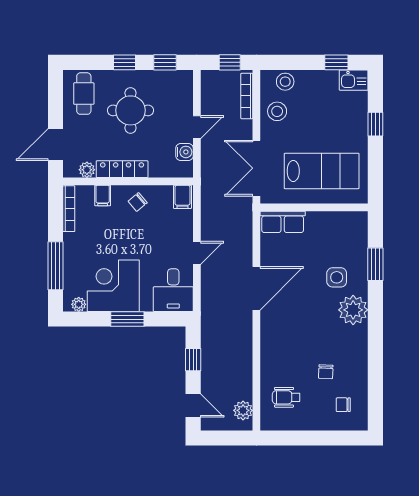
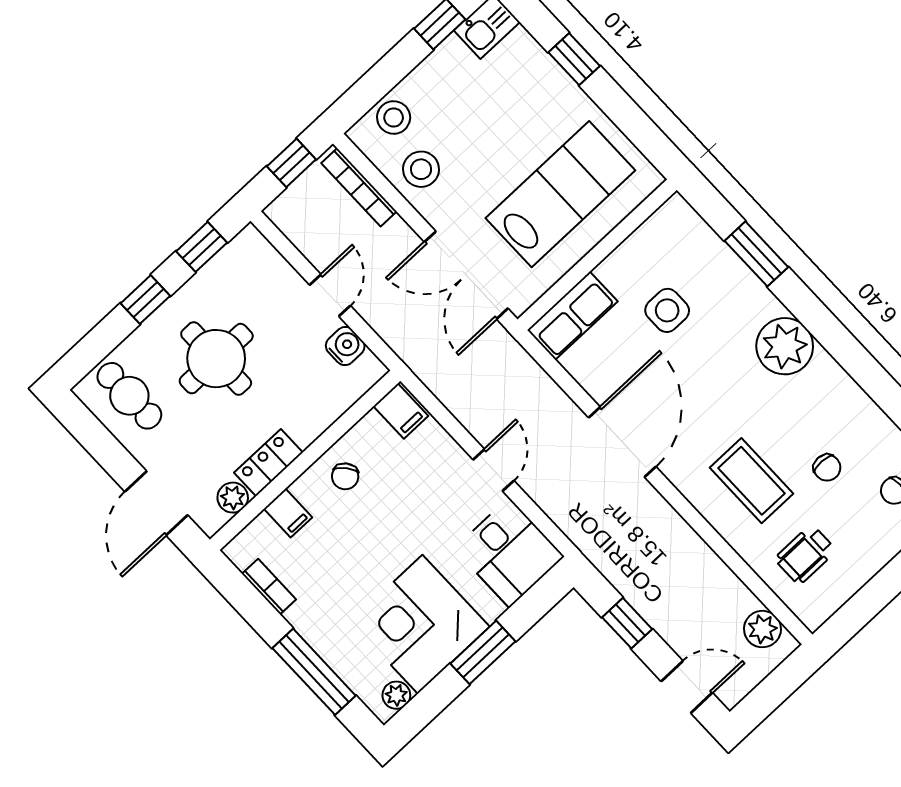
locker: (122, 169) -> (268, 463), width x0.66
bookcase: (69, 209) -> (269, 587), width x0.64
side table: (337, 277) -> (667, 310), moved
coffee table: (292, 350) -> (752, 481), added

